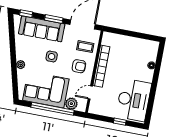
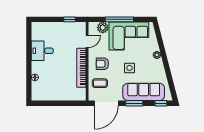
desk: (134, 100) -> (42, 51), width x0.53, depth x0.77
window: (52, 109) -> (119, 19), width x0.68
window: (120, 122) -> (70, 19), moved

